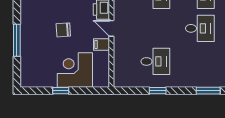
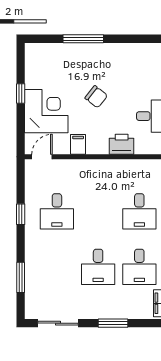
door: (111, 28) -> (42, 157), moved
chair: (63, 30) -> (96, 97), turned 132

